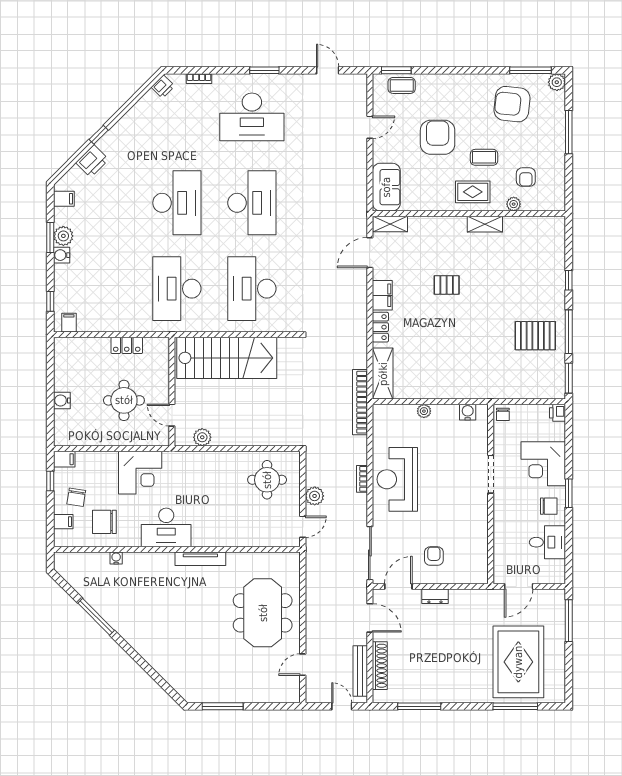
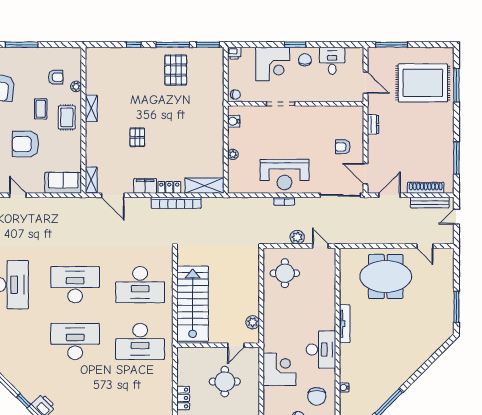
locker: (127, 345) -> (183, 398), moved
bookcase: (360, 402) -> (176, 203), moved
dresser: (435, 596) -> (373, 124), moved

